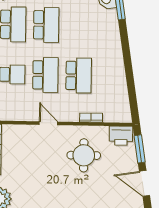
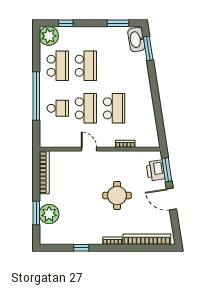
printer: (121, 136) -> (156, 170), moved, turned 81
round table: (84, 155) -> (117, 195), moved

